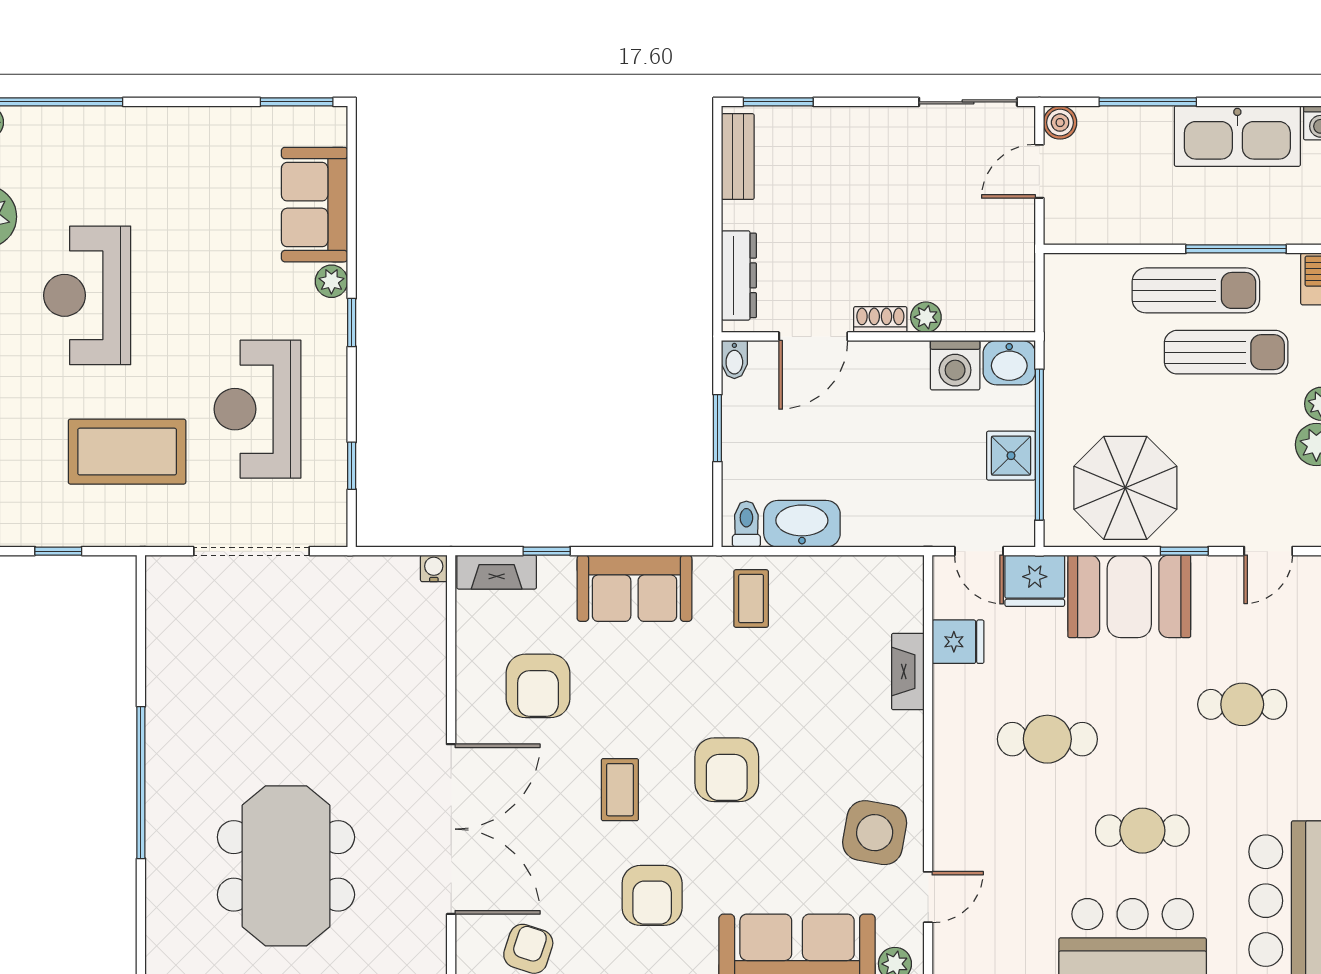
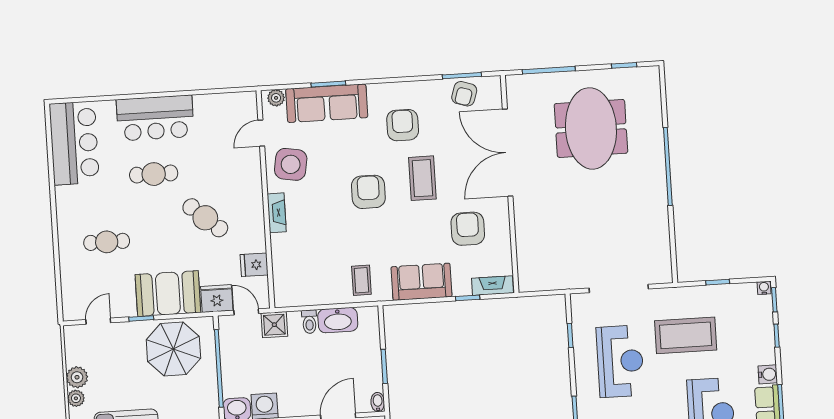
shower: (1011, 456) -> (274, 325), moved
toilet: (746, 524) -> (309, 322), moved
water cooler: (434, 568) -> (525, 285), removed
fireplace: (908, 672) -> (277, 213), moved
cafe table: (1047, 739) -> (205, 218), turned 41
coffee table: (620, 790) -> (422, 178), width x1.36, depth x1.30

